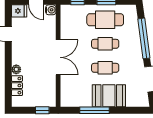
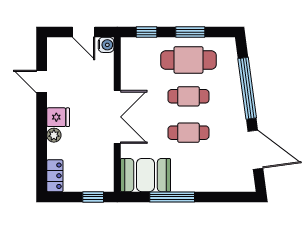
fridge: (19, 11) -> (58, 117), moved
locker: (17, 86) -> (55, 176), moved
booth: (109, 96) -> (146, 175), moved

